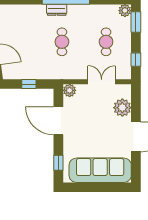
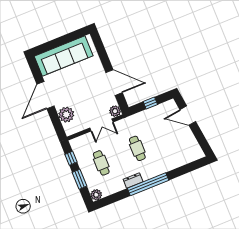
dresser: (57, 10) -> (133, 180), moved
window: (136, 22) -> (80, 179), moved
double door: (102, 82) -> (101, 125), moved
window: (58, 163) -> (100, 48), removed

